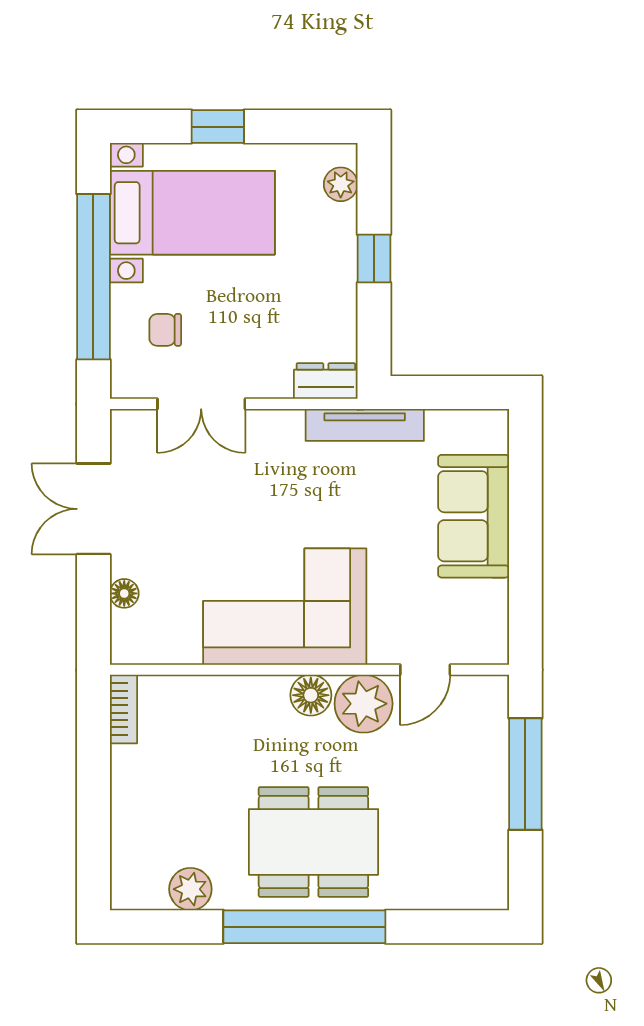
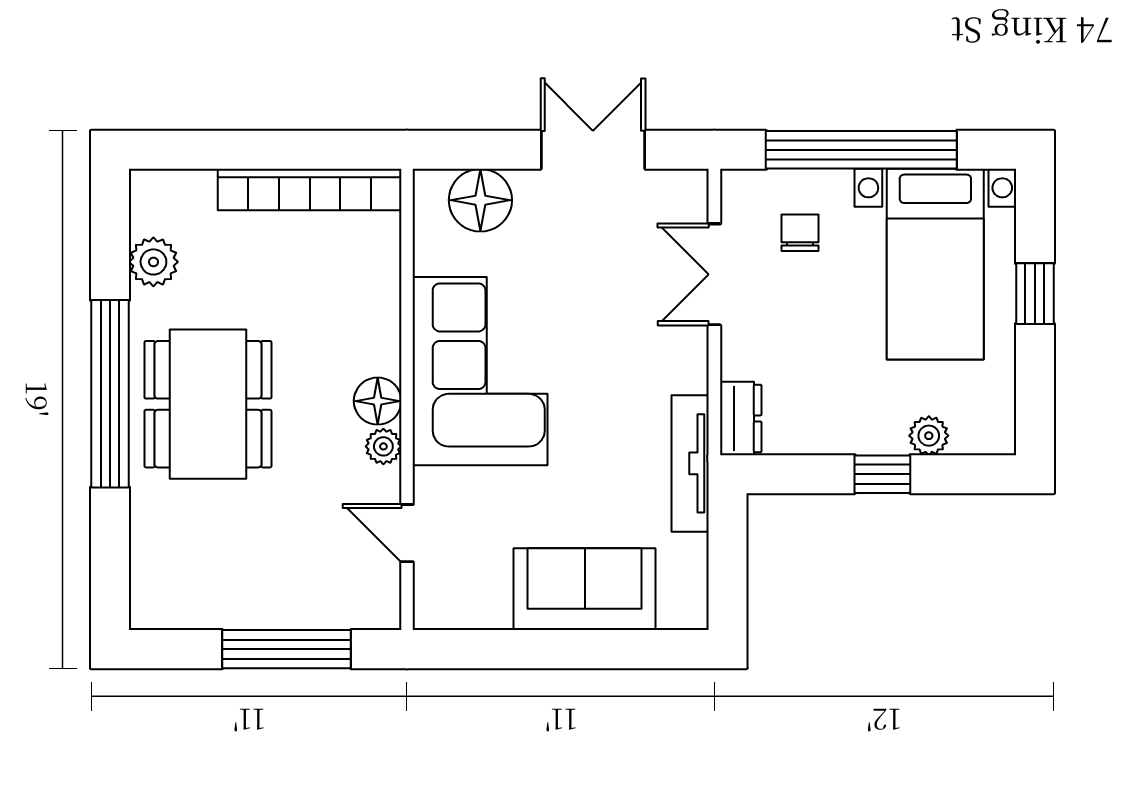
plant: (341, 184) -> (929, 436), moved
floor lamp: (124, 593) -> (480, 200), width x1.89, depth x1.89
plant: (364, 704) -> (383, 446), width x0.53, depth x0.53
bookcase: (124, 709) -> (310, 190), width x2.31, depth x1.31

